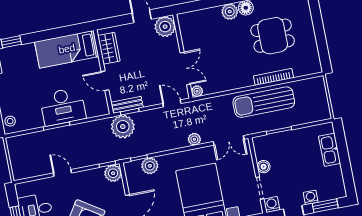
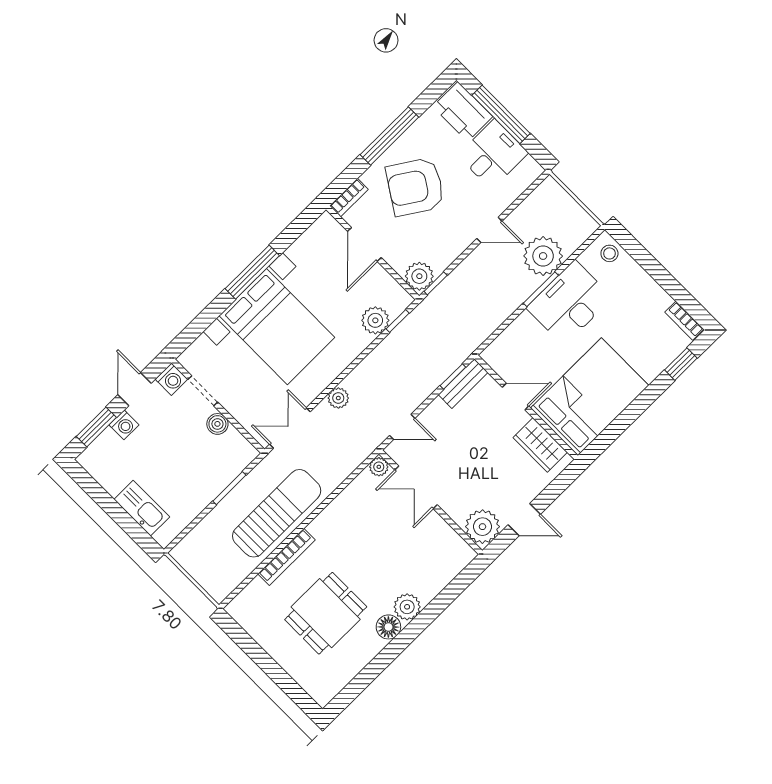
bed: (67, 49) -> (590, 397), width x1.50
desk: (63, 107) -> (569, 303), moved
plant: (123, 127) -> (543, 256), moved

